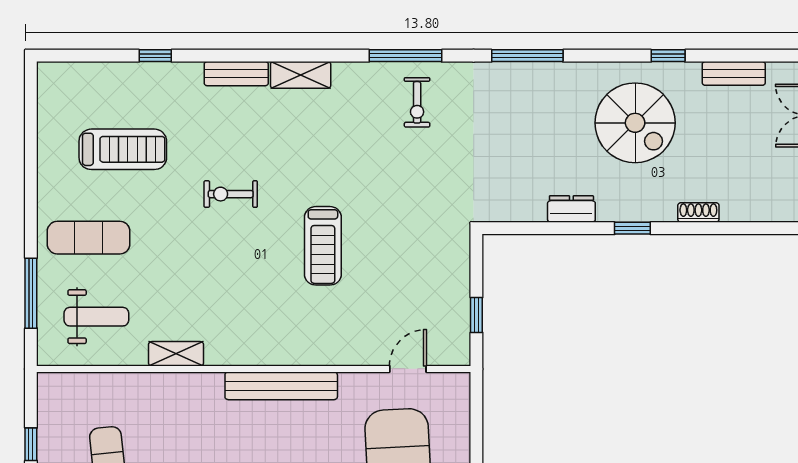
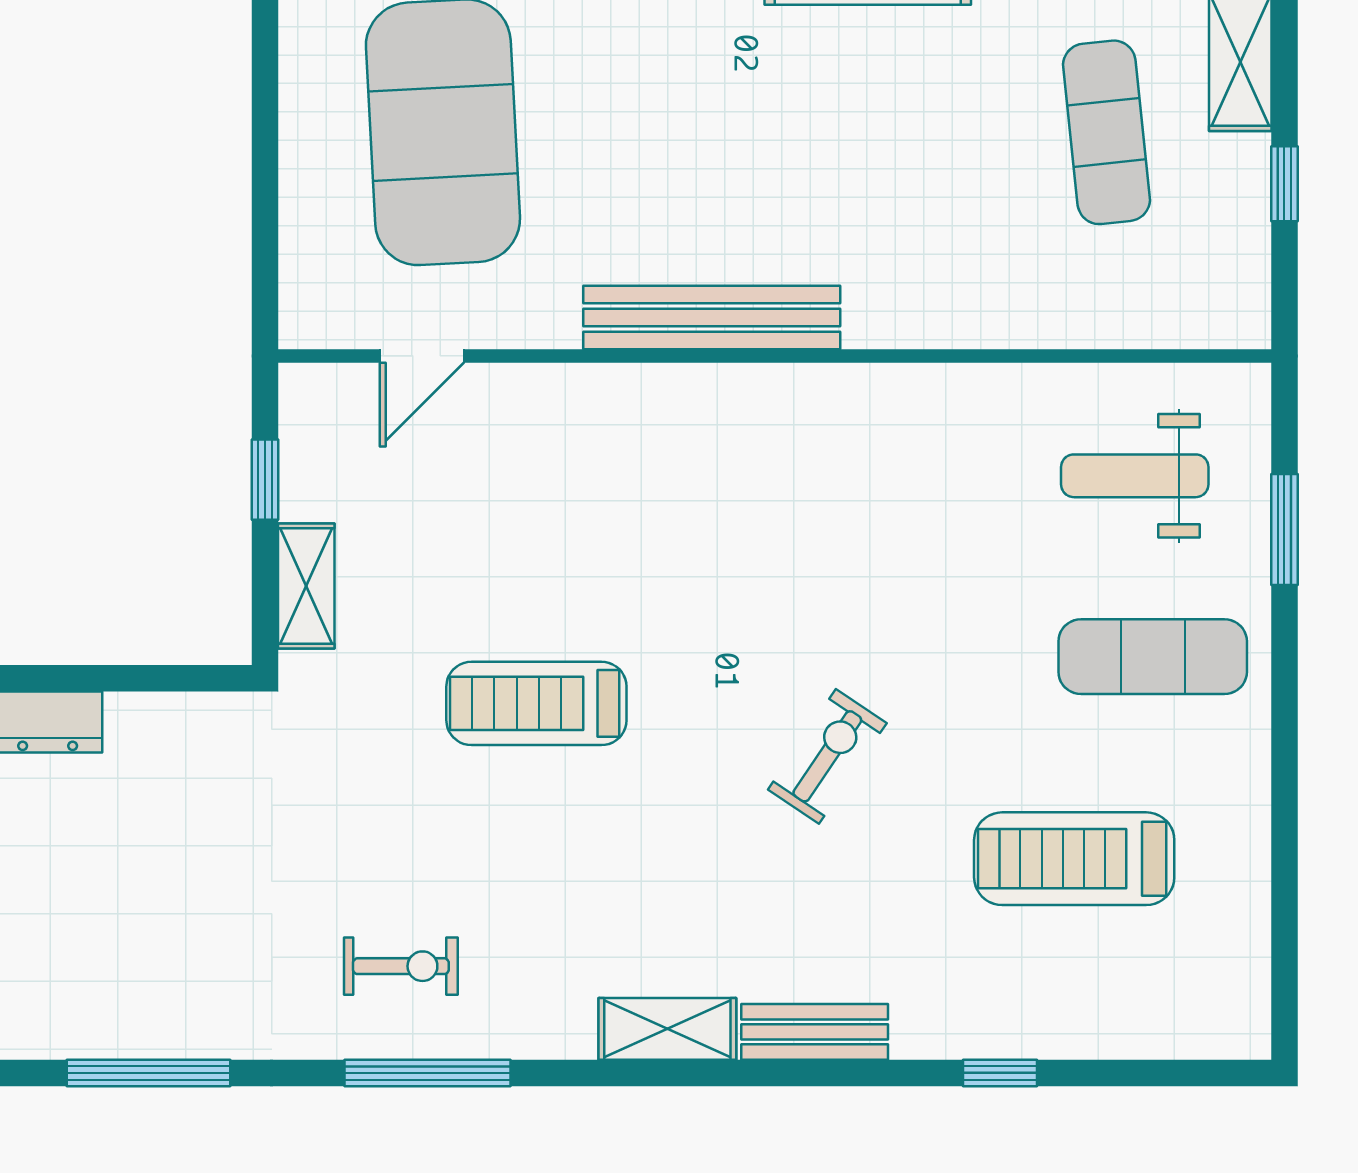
exercise bike: (417, 102) -> (401, 966), turned 90
exercise bike: (231, 194) -> (827, 756), turned -56
treadmill: (323, 246) -> (536, 703), moved, turned -90
window: (31, 293) -> (1284, 529), width x0.69
shelving: (176, 354) -> (306, 586), moved, turned 90

